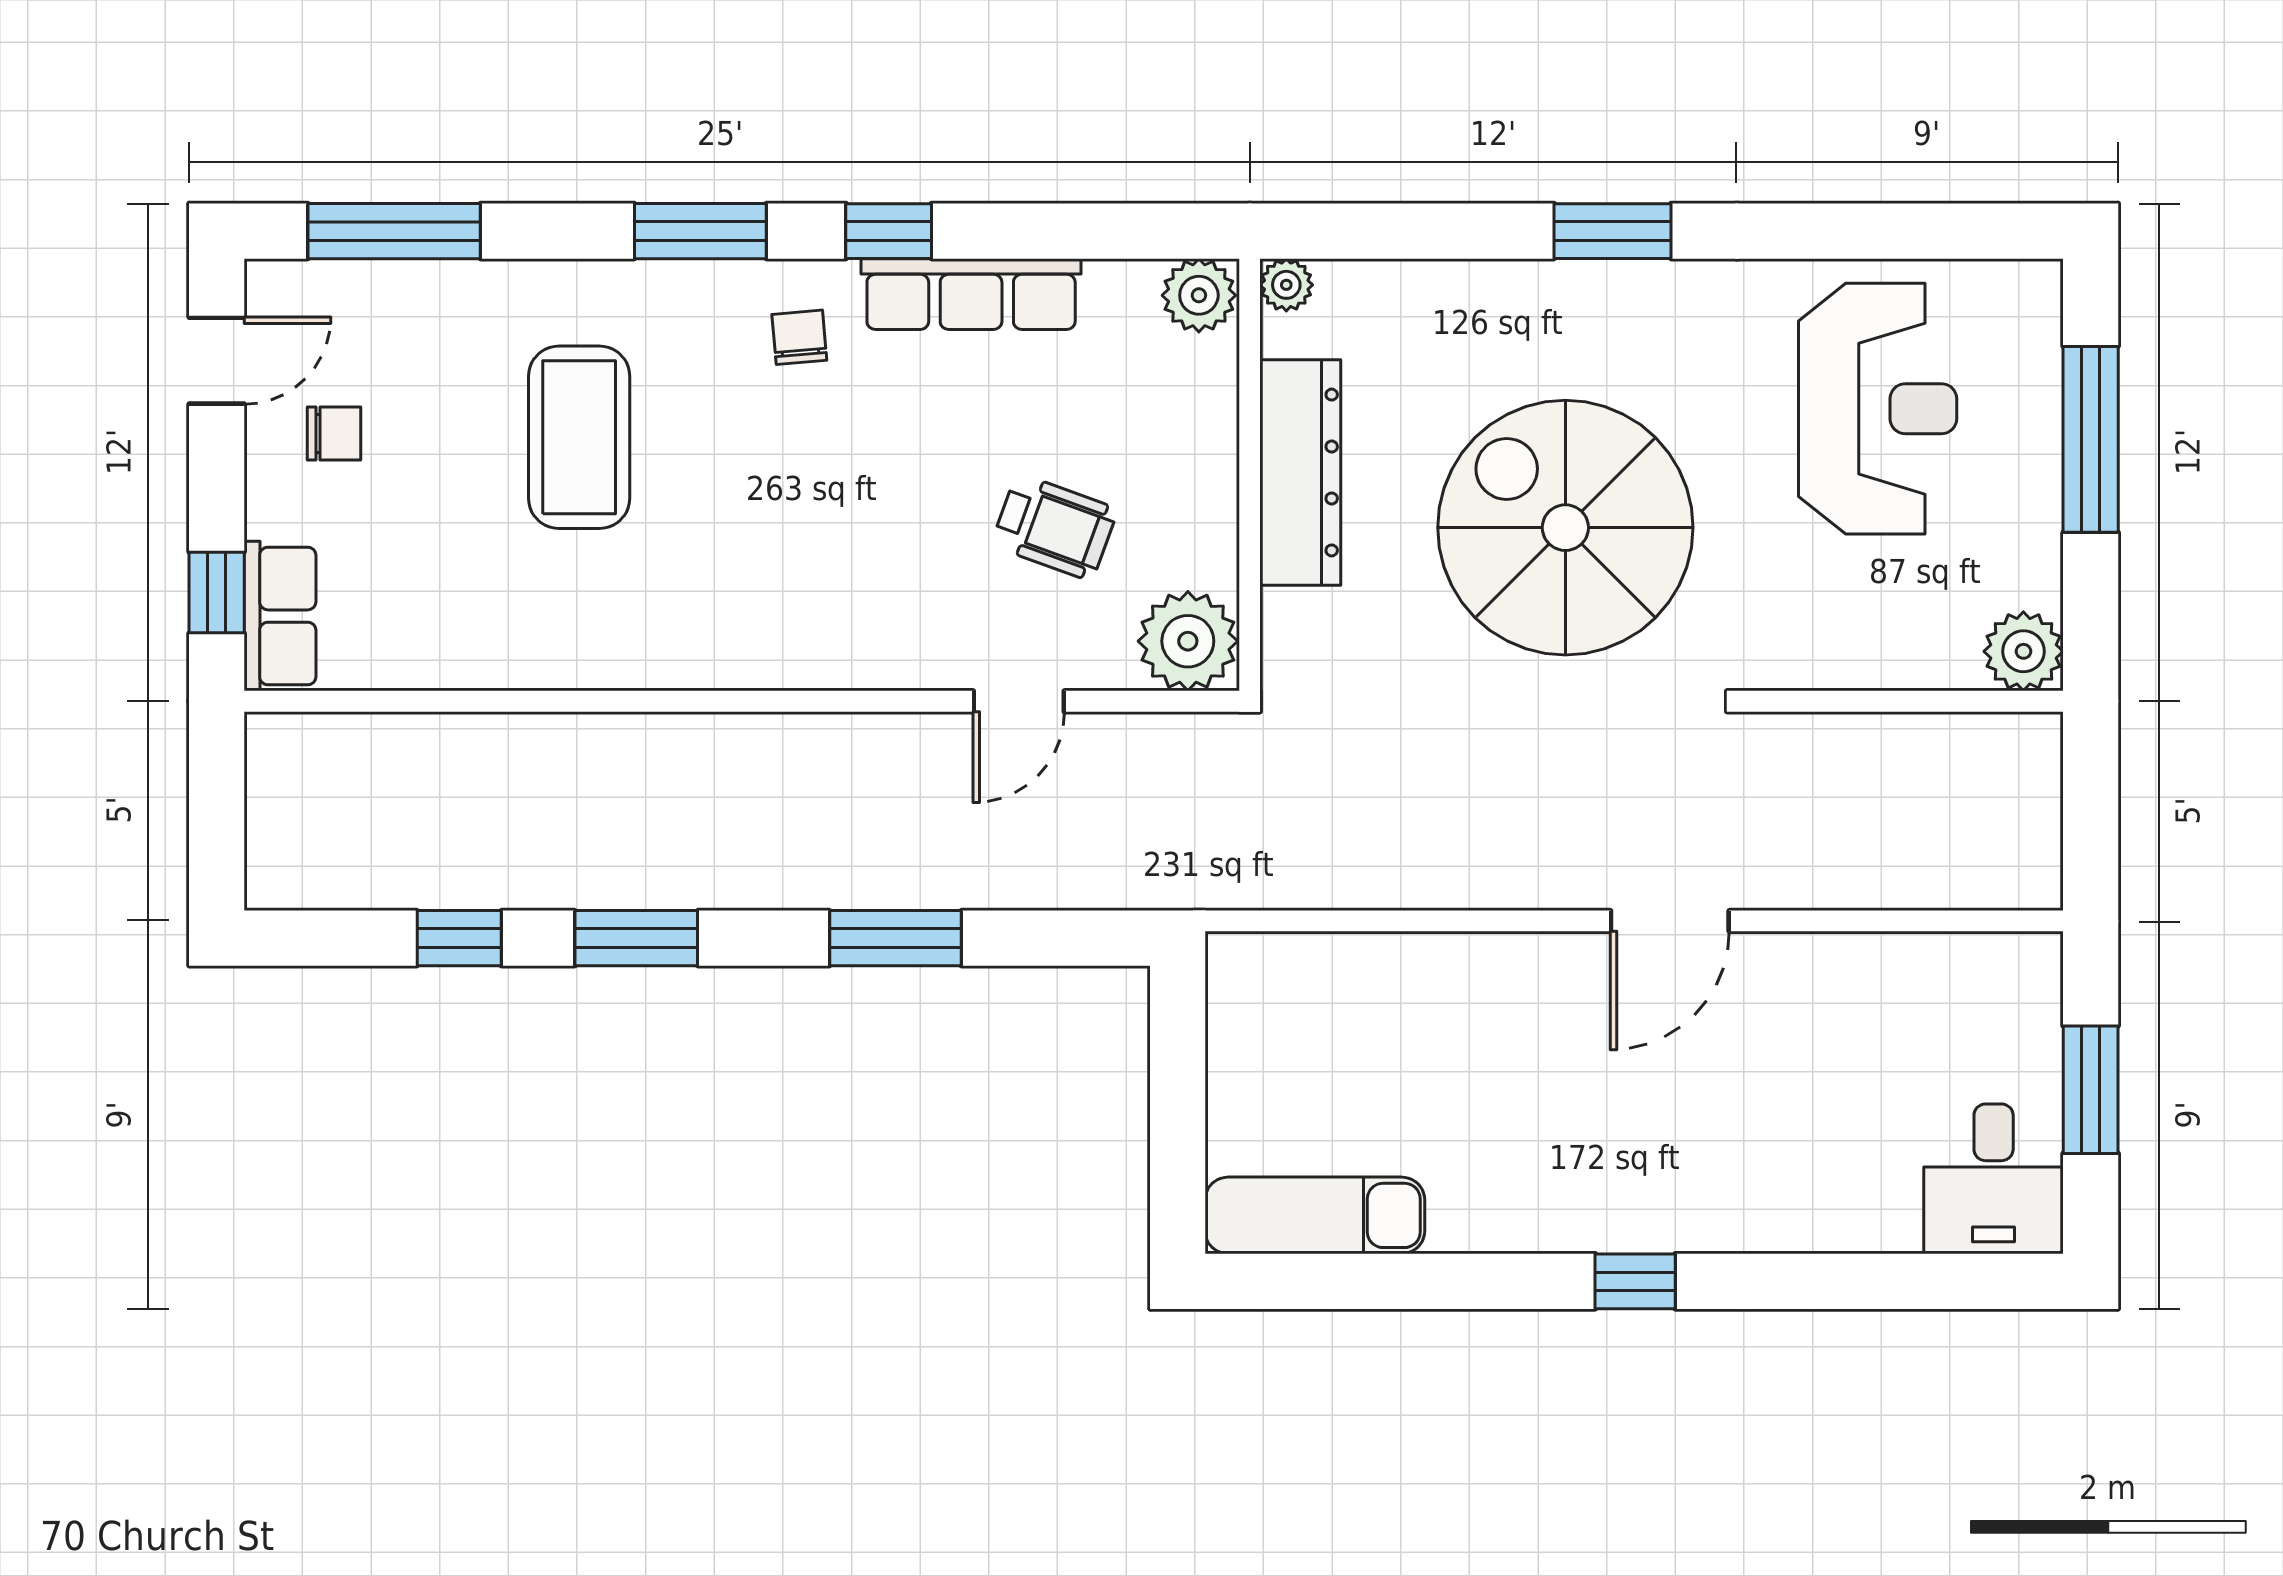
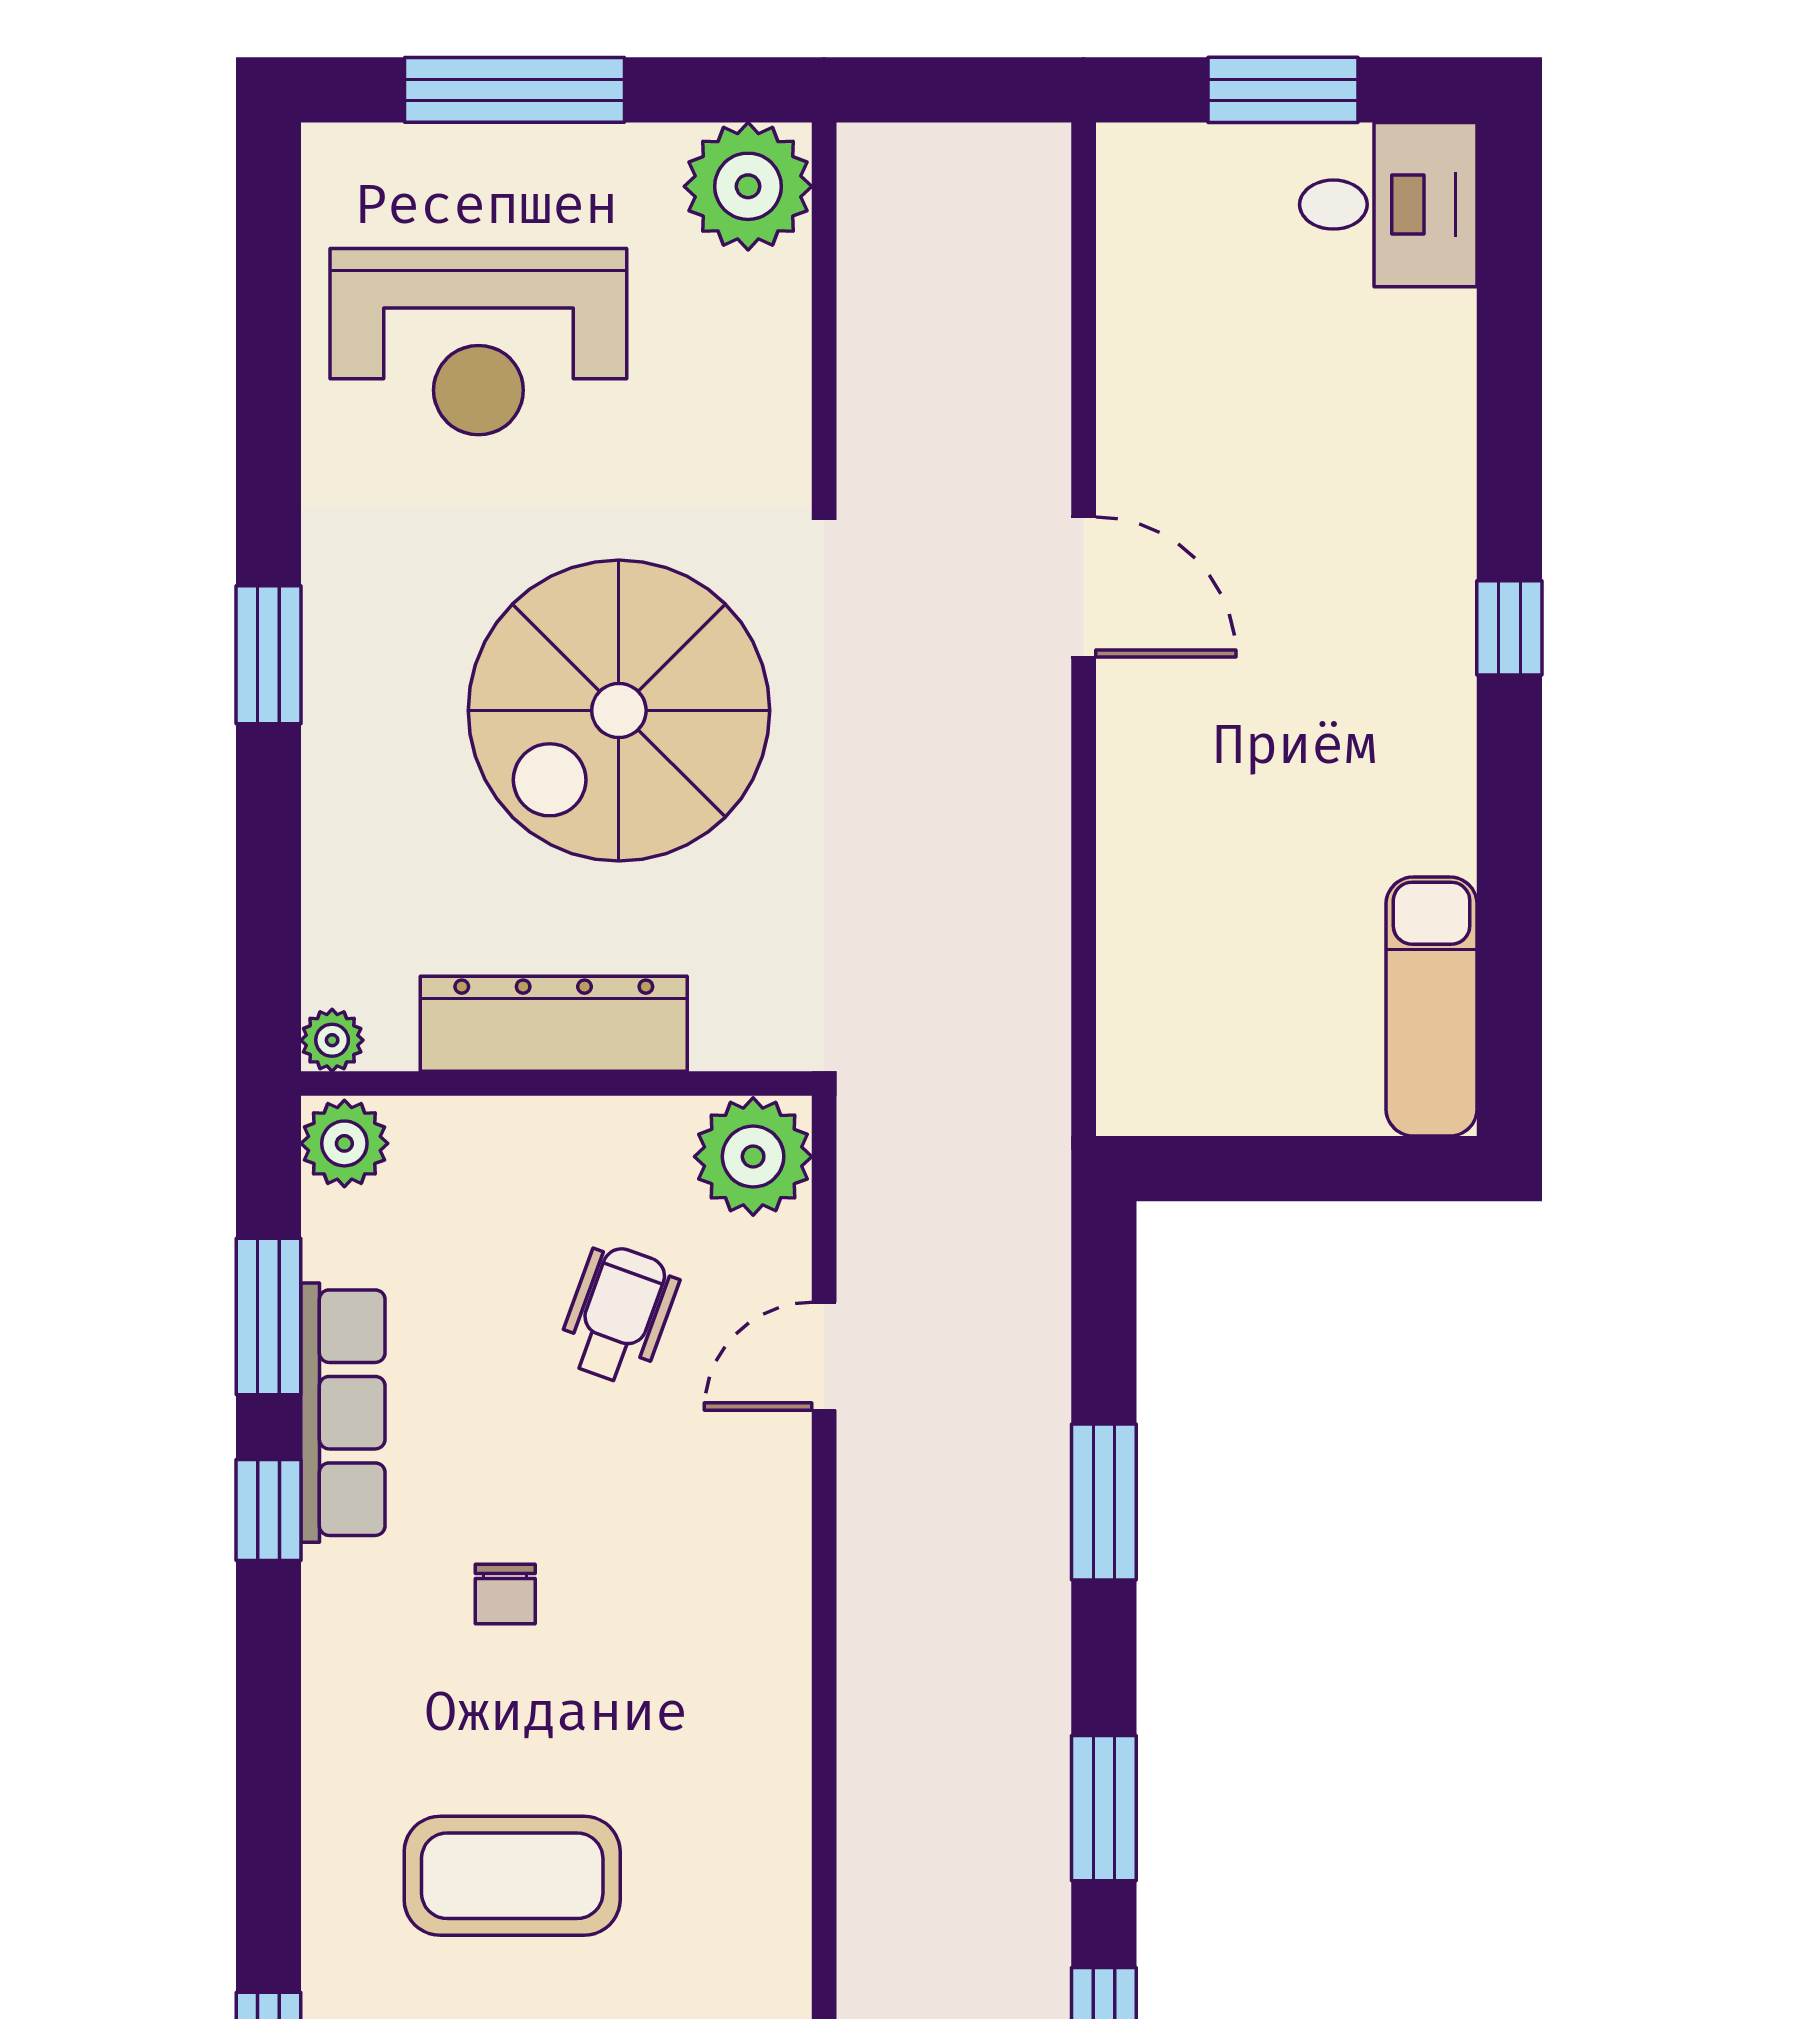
window: (700, 231) -> (269, 1317), moved
chair: (799, 337) -> (505, 1594), moved, turned -85
reception desk: (1878, 409) -> (478, 342), turned 180
plant: (2023, 651) -> (748, 186), width x1.36, depth x1.36
door: (1019, 701) -> (824, 1356), swing flipped

